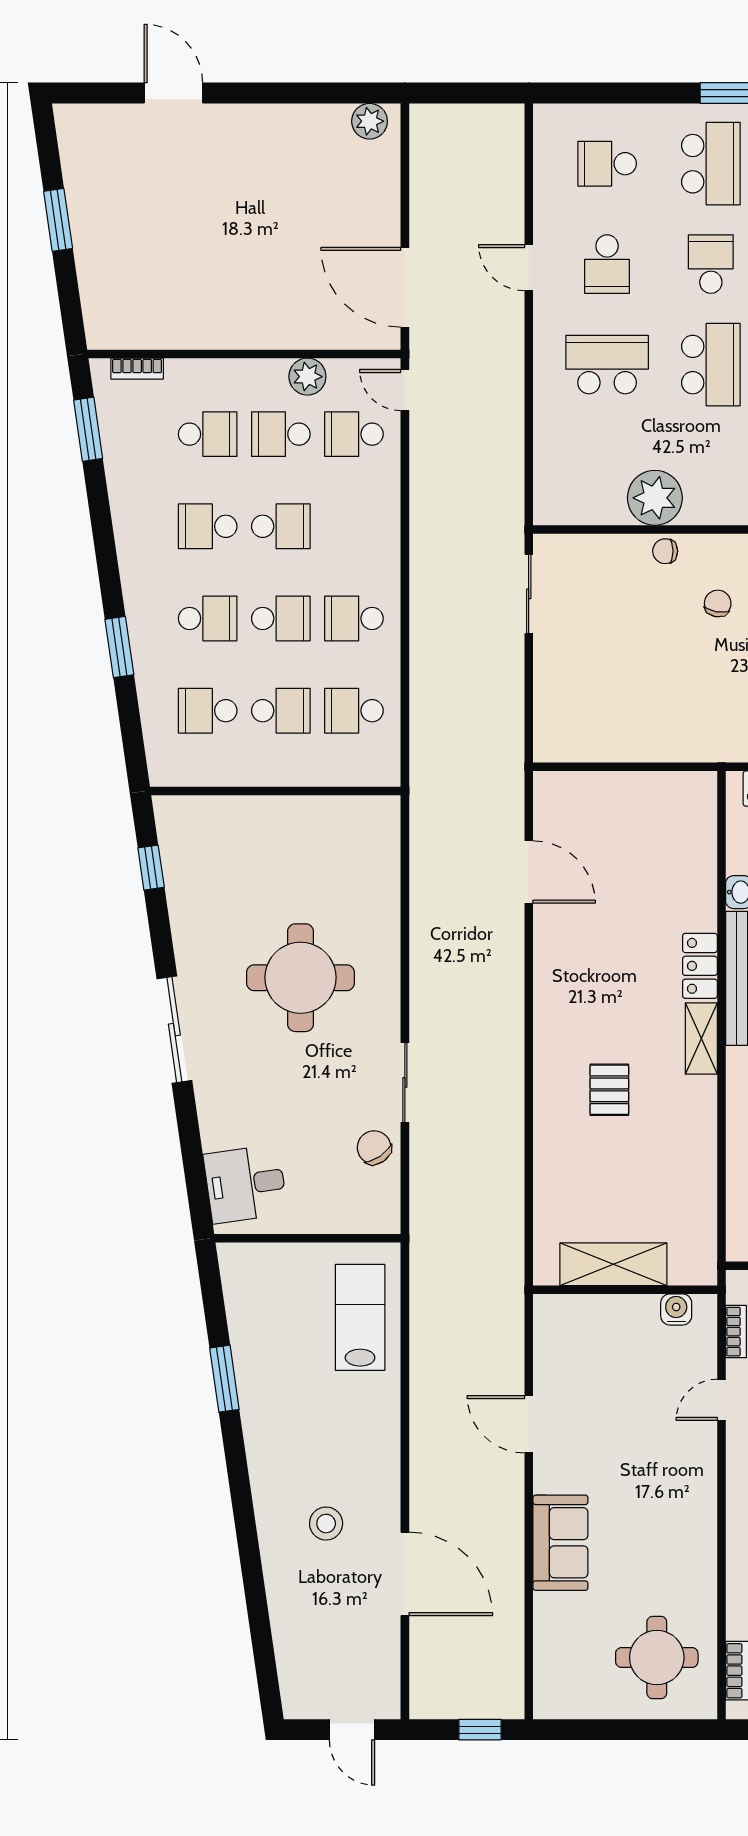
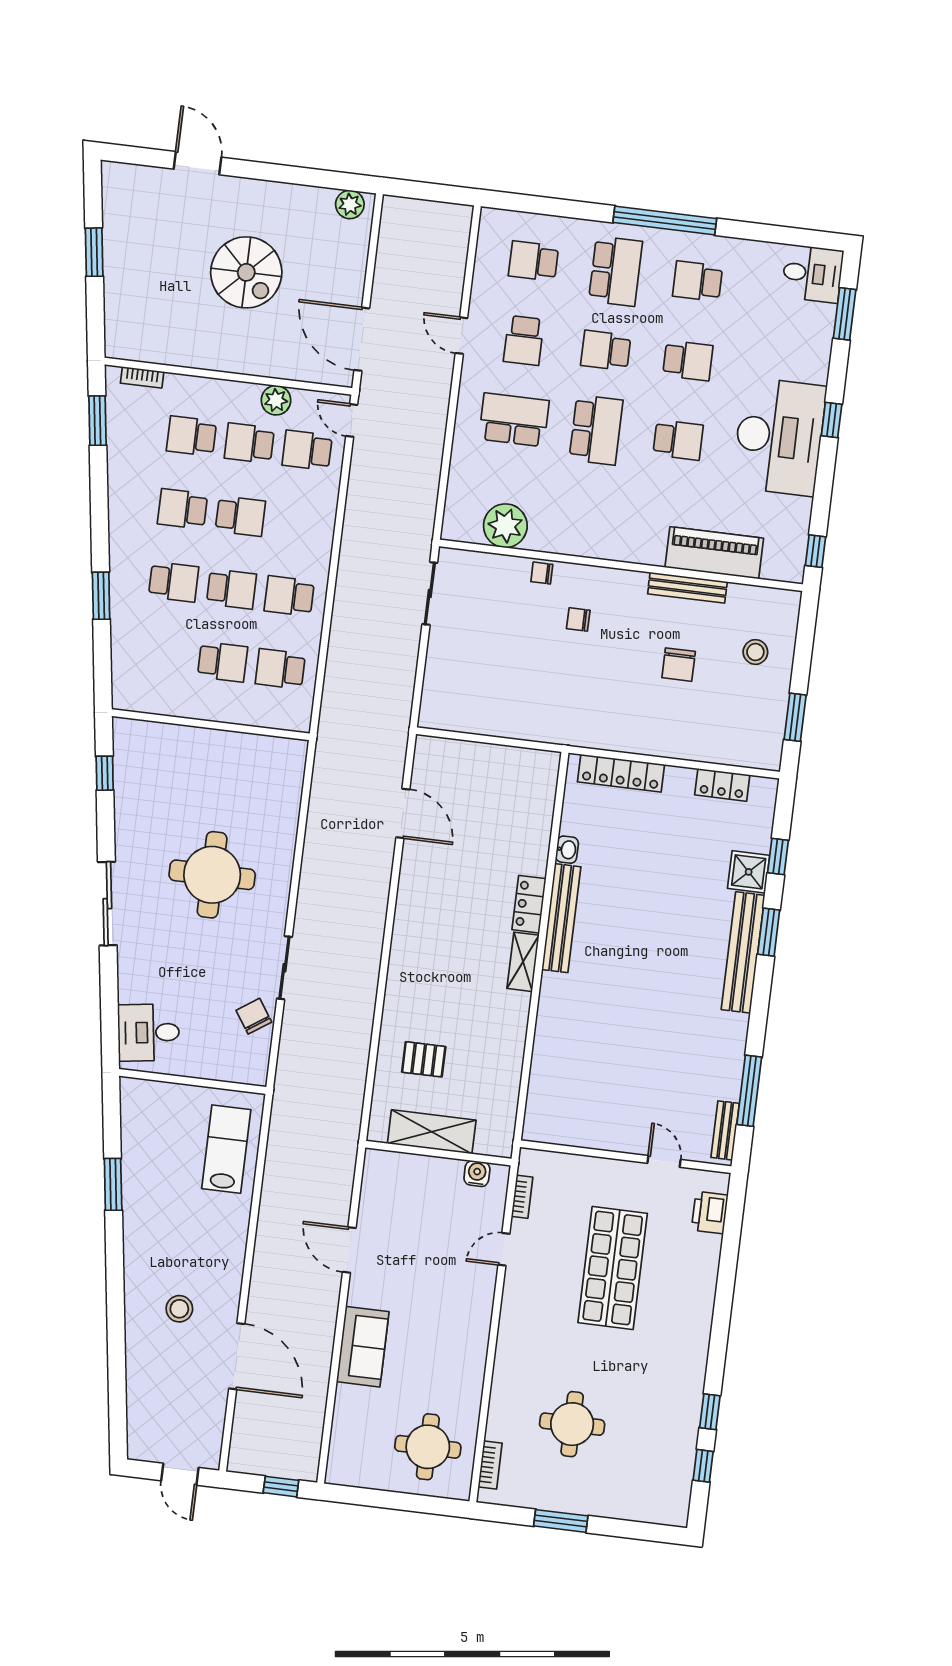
spiral stairs: (251, 222) -> (246, 272), added
school desk: (711, 264) -> (606, 351), turned -90
school desk: (208, 434) -> (191, 436), turned 180
plant: (655, 498) -> (505, 526), moved
chair: (718, 603) -> (578, 619), turned -100
school desk: (208, 711) -> (165, 655), removed
pallet: (609, 1090) -> (424, 1059), moved, turned 90

